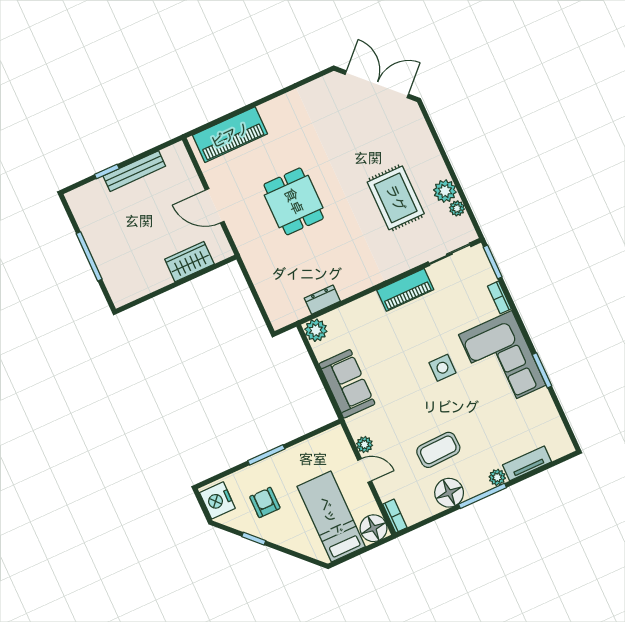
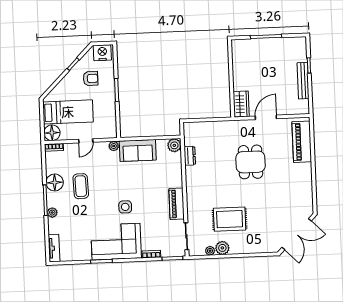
dining table: (294, 201) -> (251, 162), turned 90
wardrobe: (189, 262) -> (241, 104), moved
plant: (365, 444) -> (114, 146), moved
tv unit: (527, 463) -> (54, 248), moved

